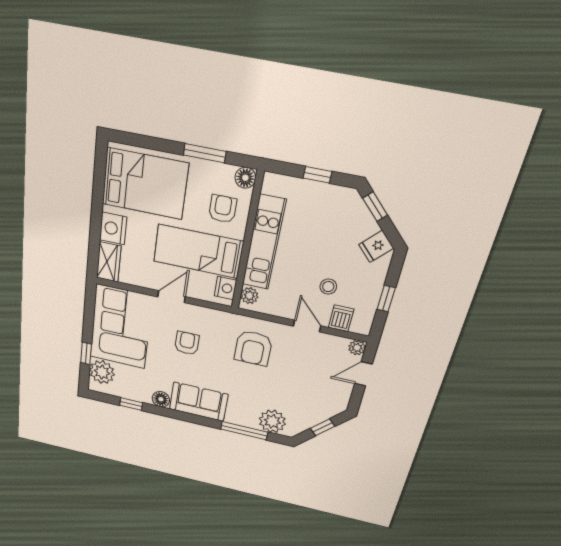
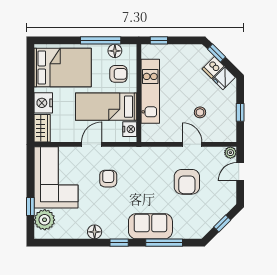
window: (205, 153) -> (101, 40), width x1.44
window: (317, 175) -> (159, 40), moved
floor lamp: (245, 178) -> (115, 51), moved
armchair: (223, 209) -> (118, 74), turned 90
plant: (249, 296) -> (148, 131), removed
dishwasher: (341, 318) -> (213, 67), moved, turned -135
armchair: (253, 348) -> (187, 182), moved
sofa: (199, 402) -> (150, 226), moved
window: (131, 404) -> (119, 243), moved
plant: (272, 421) -> (184, 228), removed

